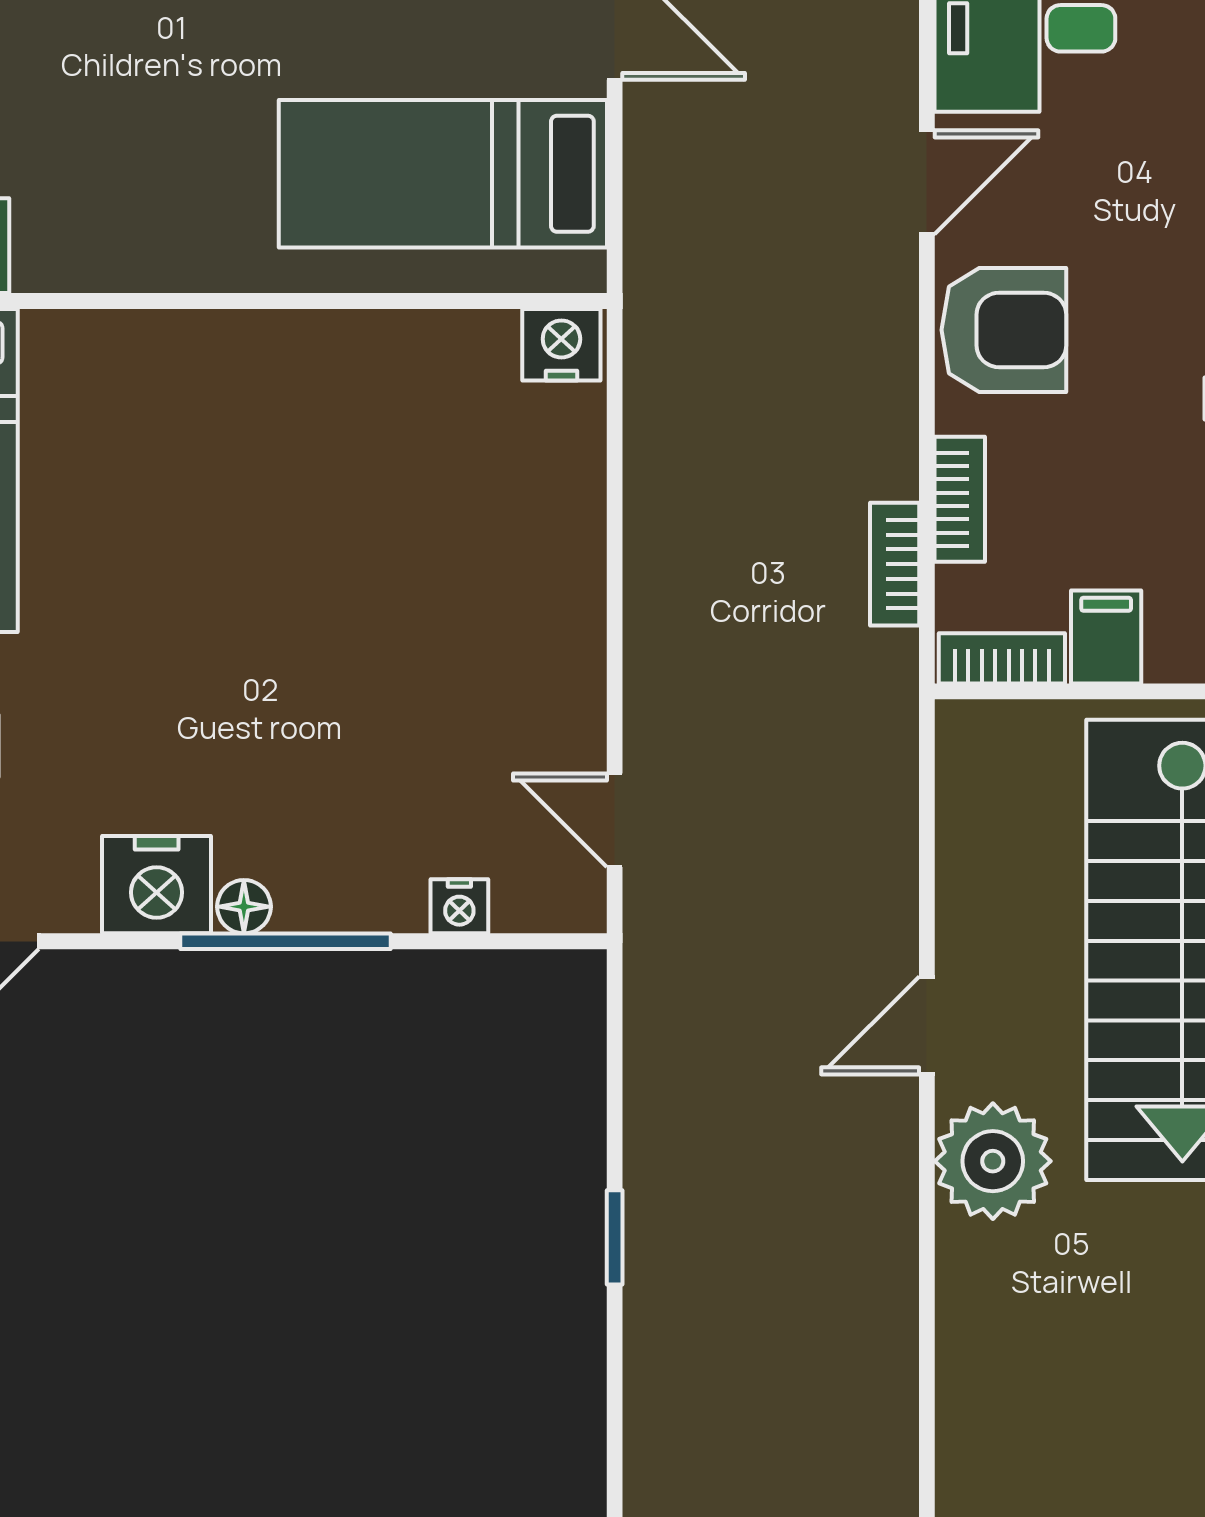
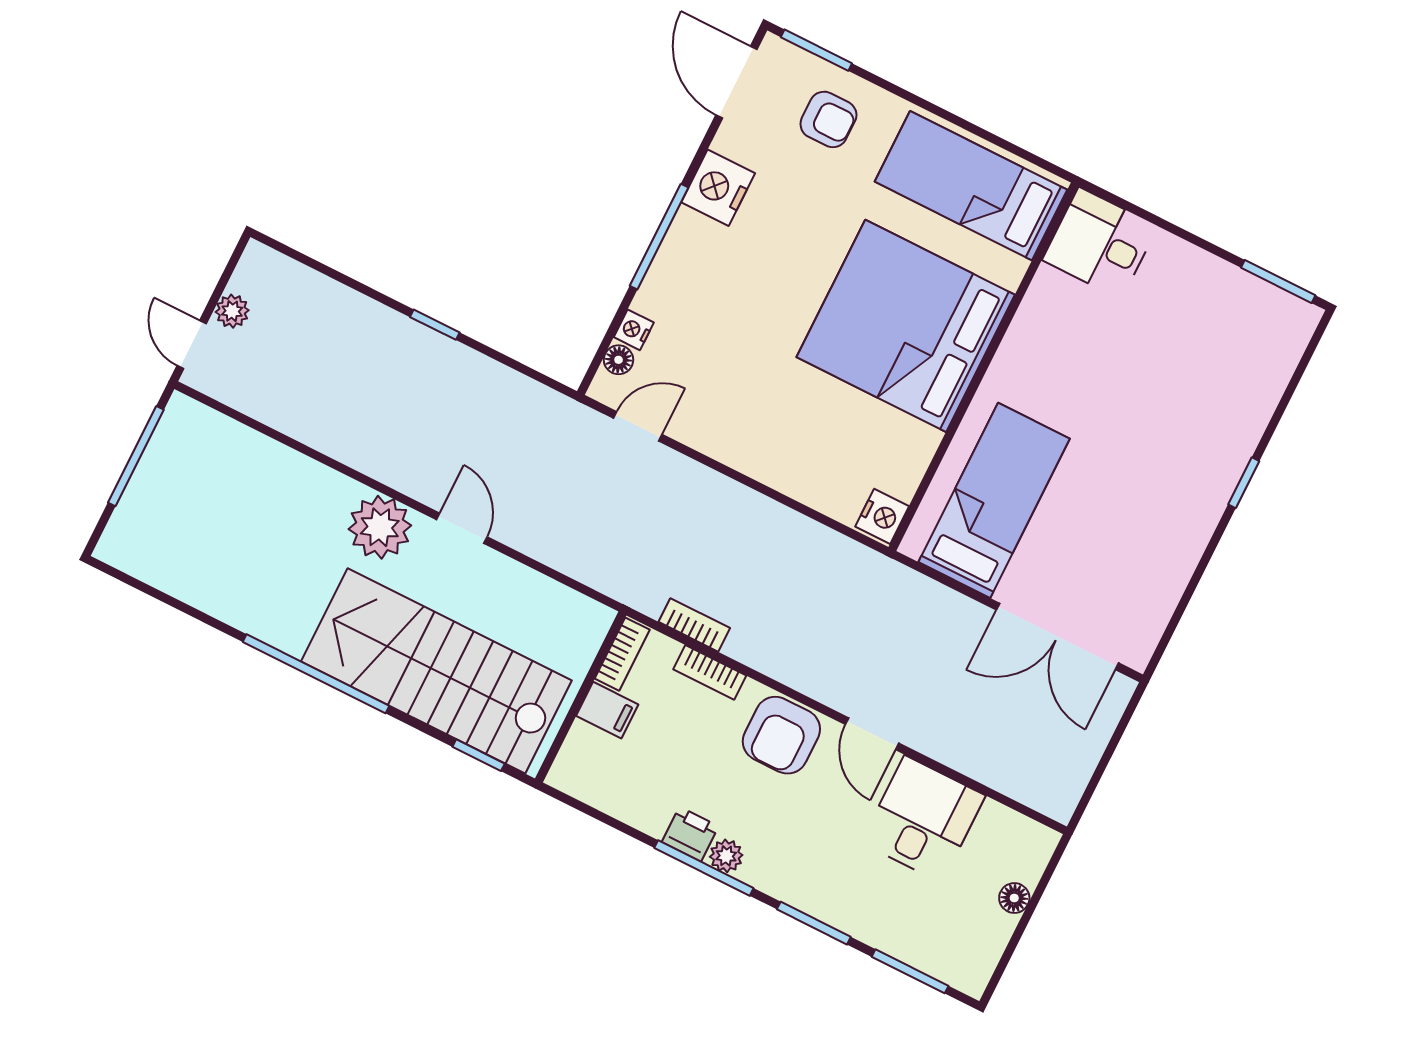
bed: (229, 463) -> (906, 326), added
floor lamp: (244, 907) -> (619, 360), moved

